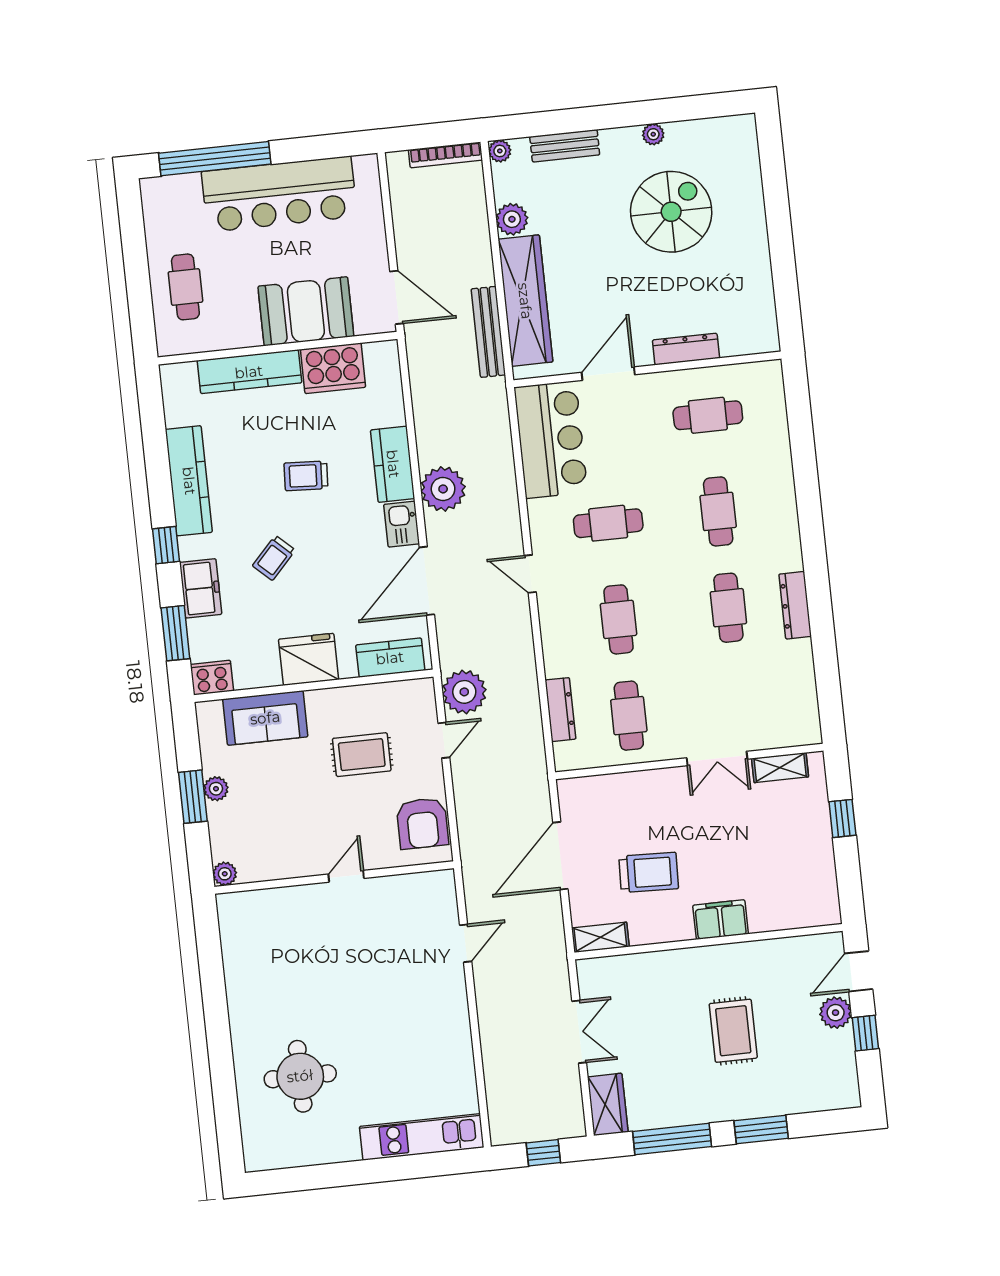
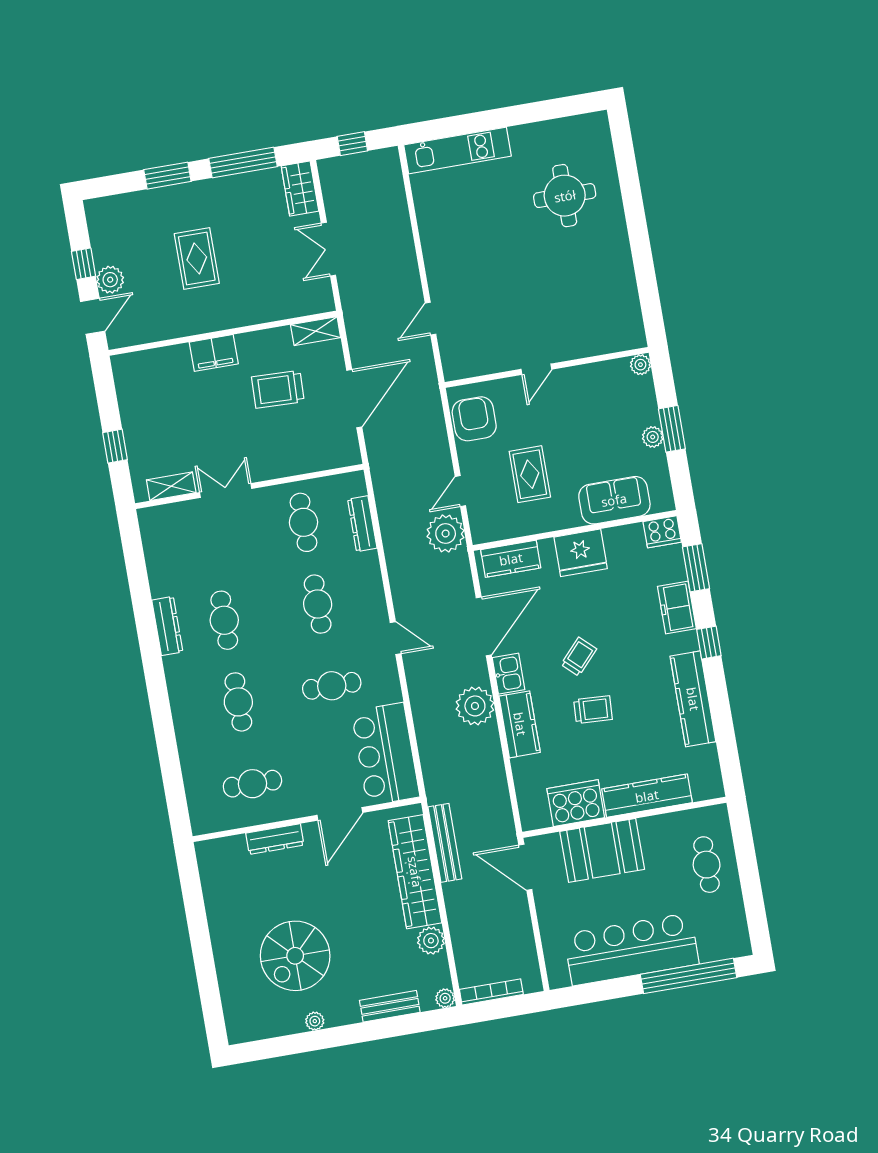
trolley: (274, 558) -> (579, 657), moved
rug: (362, 755) -> (530, 474), turned 90

